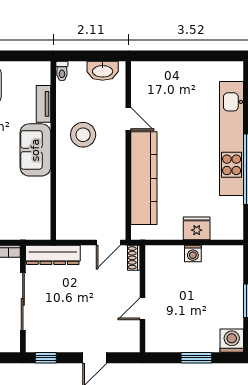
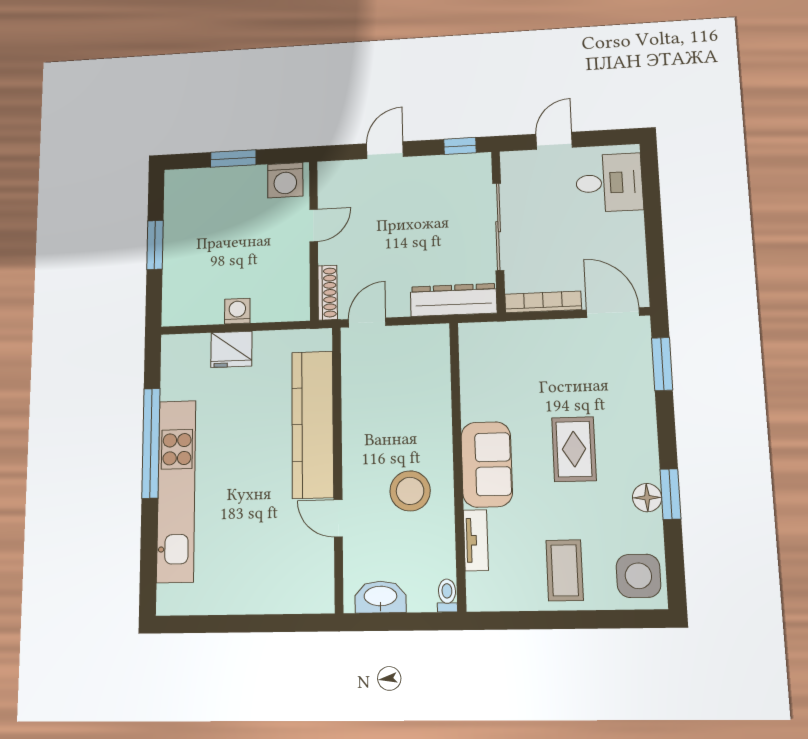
shoe rack: (134, 258) -> (328, 293), width x1.43
washing machine: (232, 341) -> (285, 180), moved

